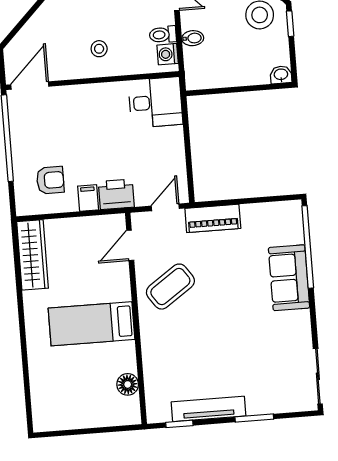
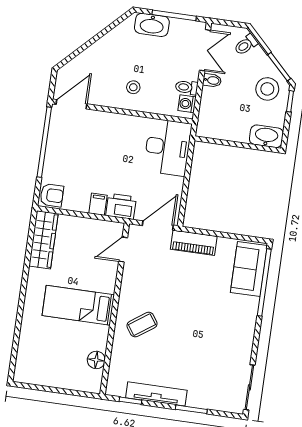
bidet: (193, 38) -> (212, 80), moved
washbasin: (281, 75) -> (266, 136), width x1.91, depth x1.45
desk: (155, 102) -> (168, 147), width x1.37
armchair: (50, 180) -> (52, 195), moved
door: (165, 207) -> (158, 225), width x1.38
sofa: (289, 278) -> (249, 269), moved
coffee table: (170, 287) -> (142, 325), moved, width x0.73, depth x0.77

